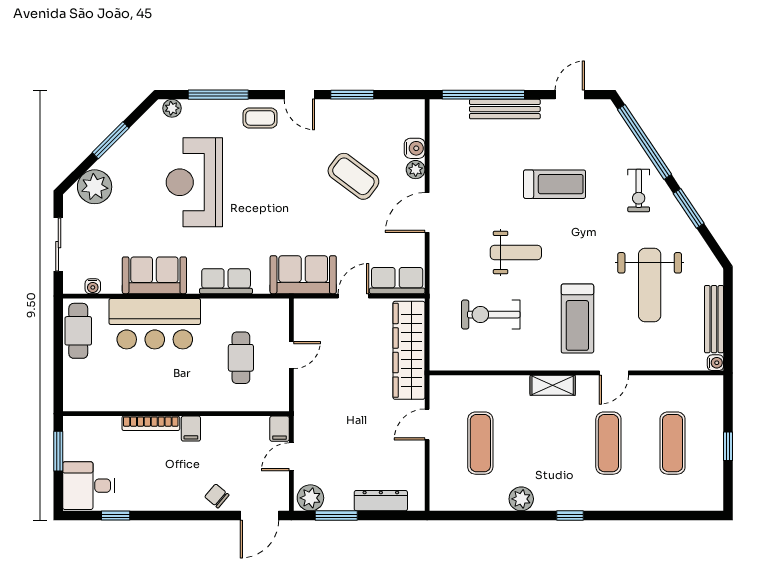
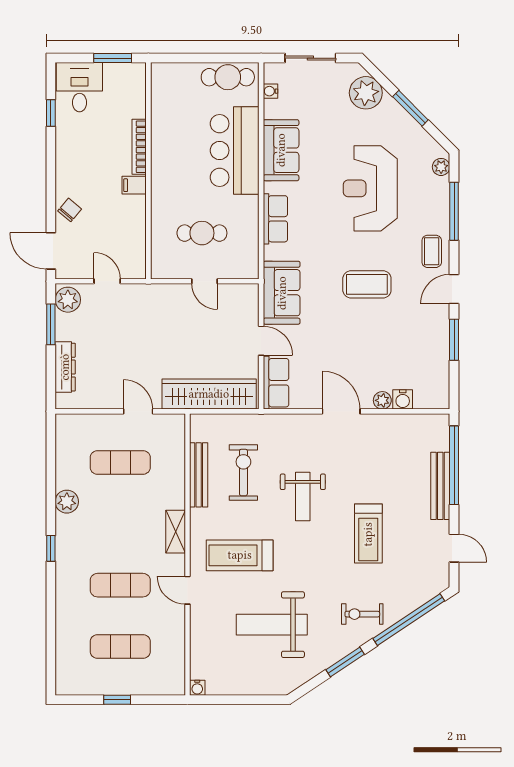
coffee table: (353, 176) -> (367, 284), moved, turned 53
reception desk: (194, 182) -> (370, 188), turned -90
bench: (714, 319) -> (199, 475), moved, turned 90
filing cabinet: (280, 429) -> (134, 270), removed

